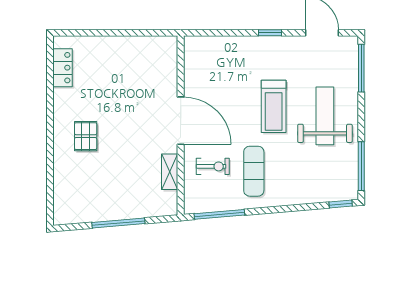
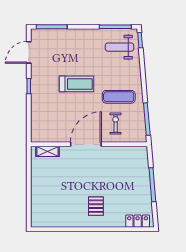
locker: (62, 68) -> (138, 221), moved
weight bench: (325, 116) -> (119, 47), moved, width x0.73, depth x0.75
pallet: (86, 136) -> (96, 206), turned 90
shelving: (170, 172) -> (47, 151), moved

